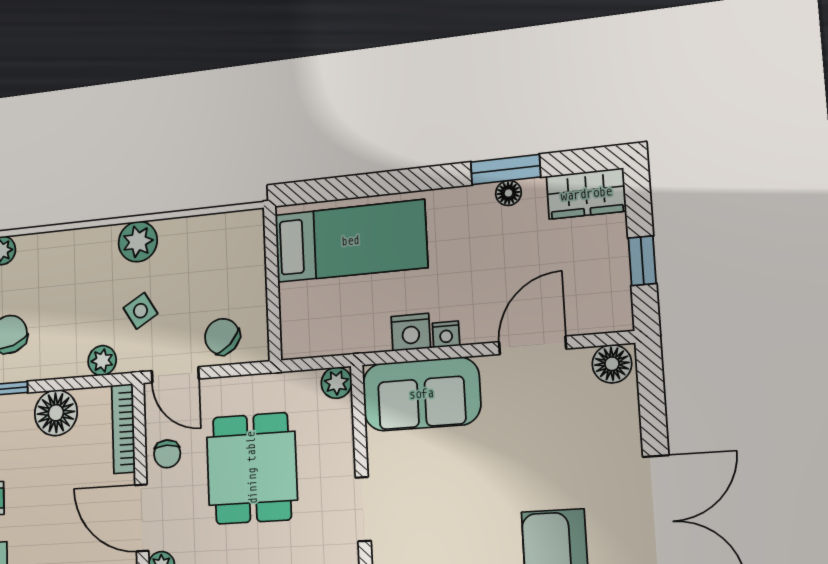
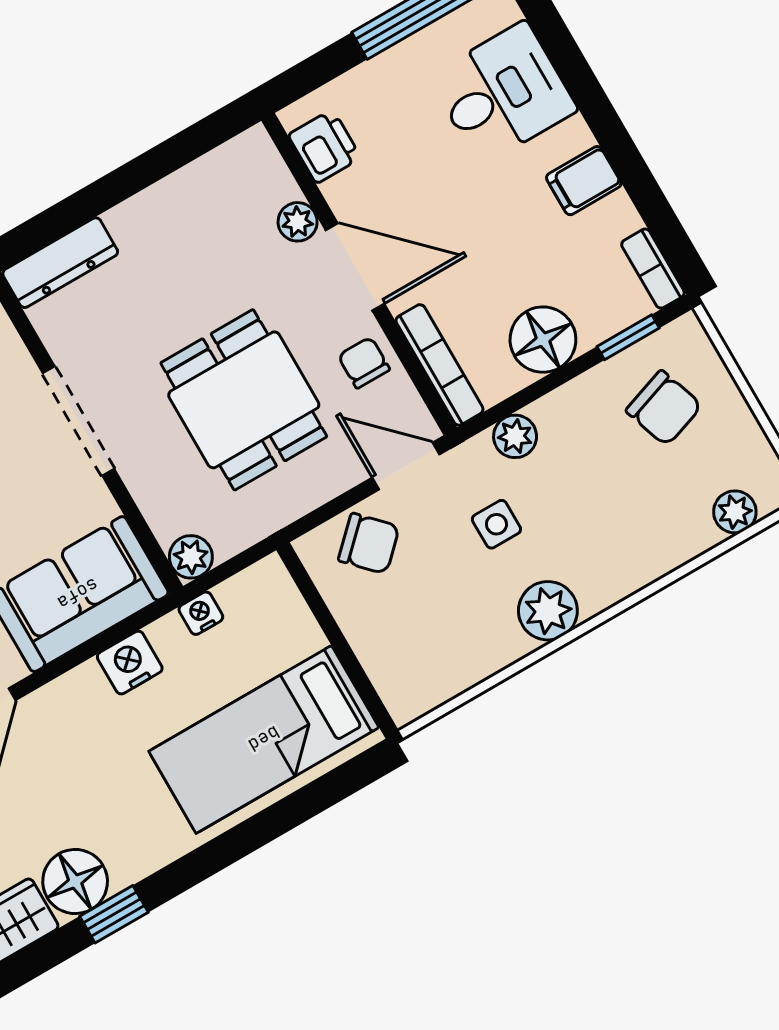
window: (506, 169) -> (114, 914), width x0.67
floor lamp: (508, 193) -> (75, 882), width x1.89, depth x1.89
side table: (140, 311) -> (496, 524), turned 31
nightstand: (446, 334) -> (201, 613), moved
doorway: (363, 509) -> (78, 421), width x1.38

